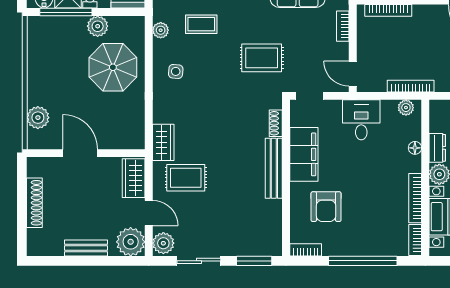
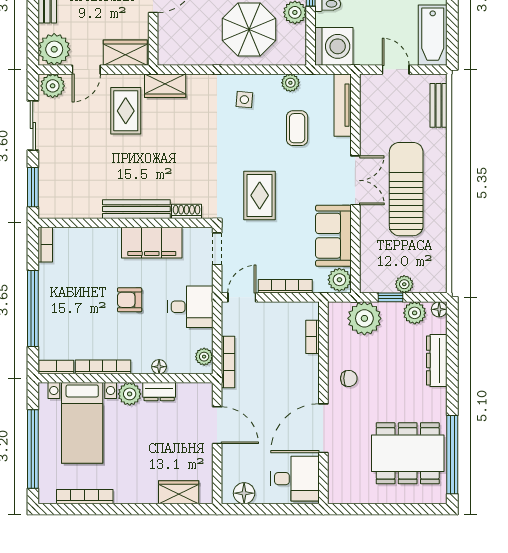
bookcase: (388, 10) -> (313, 337), width x0.64
bookcase: (343, 26) -> (285, 286), width x1.56
armchair: (326, 207) -> (130, 300), moved, width x0.72, depth x0.72

